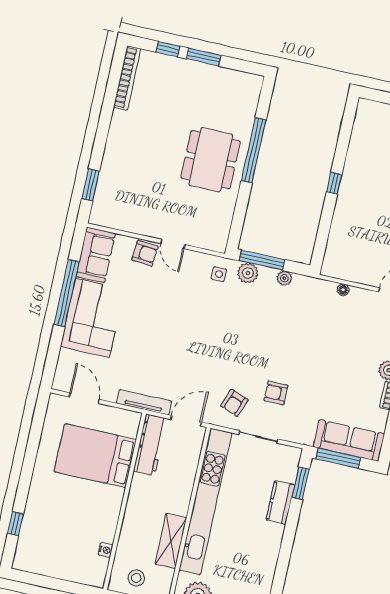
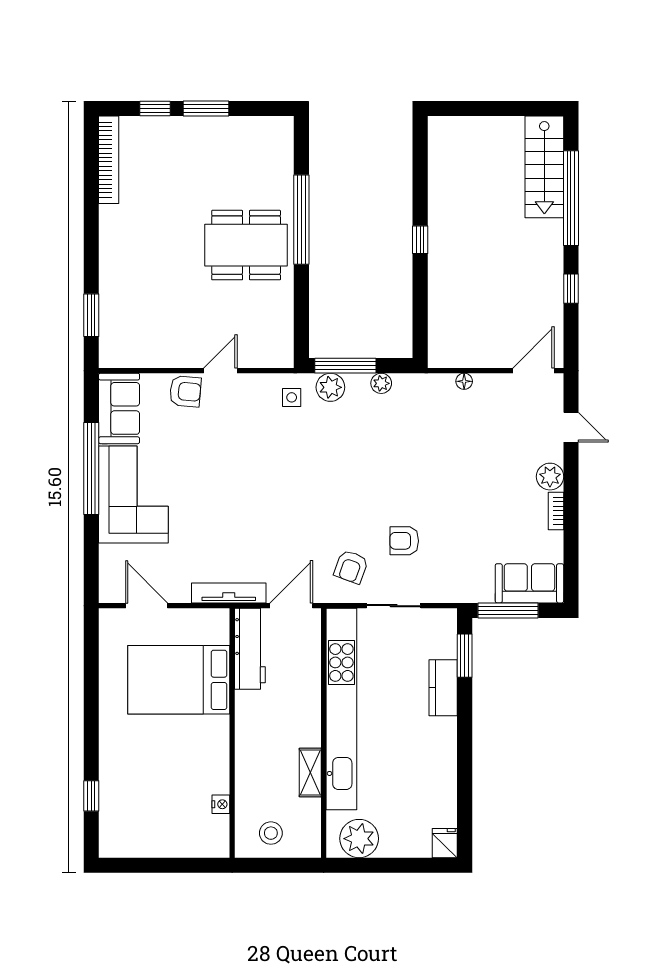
dining table: (211, 160) -> (246, 245), turned 90
door: (173, 244) -> (220, 371), swing flipped
sofa: (349, 440) -> (529, 583), width x0.73
shelving: (171, 541) -> (310, 773), width x0.67, depth x0.75

